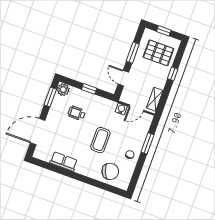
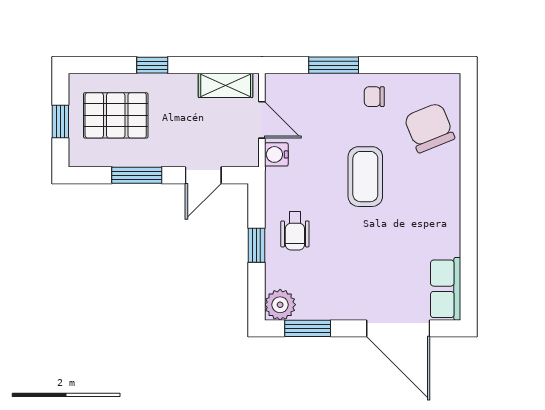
pallet: (158, 53) -> (116, 115), turned 90
wheelchair: (76, 113) -> (295, 231), moved
coffee table: (100, 140) -> (365, 177), turned 90
row of seats: (64, 162) -> (446, 289), moved

